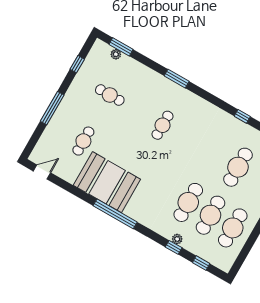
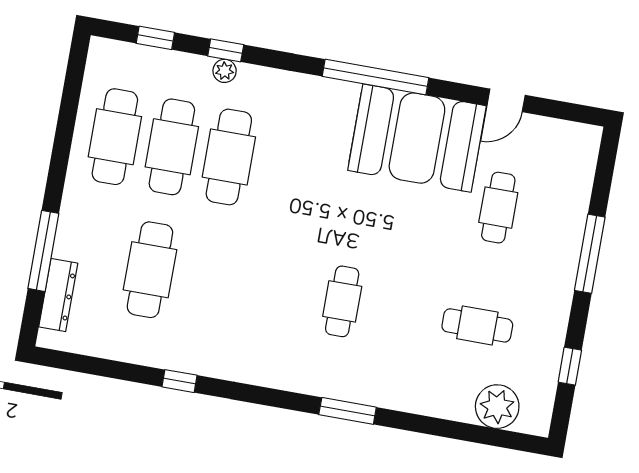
window: (121, 47) -> (490, 436), removed
plant: (116, 54) -> (497, 407), width x1.88, depth x1.88
door: (42, 172) -> (506, 100), moved

